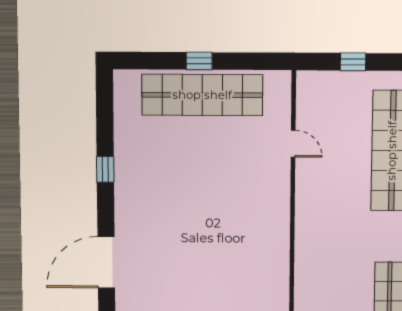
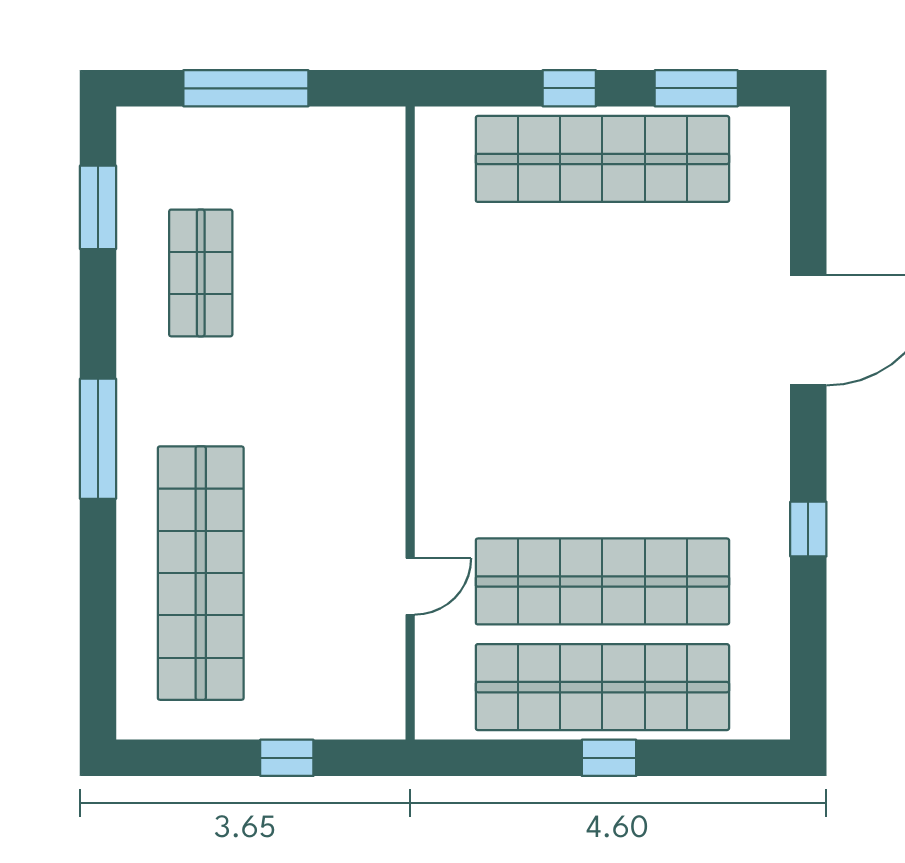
door: (293, 144) -> (410, 586), swing flipped
shop shelf: (202, 145) -> (602, 581), added

